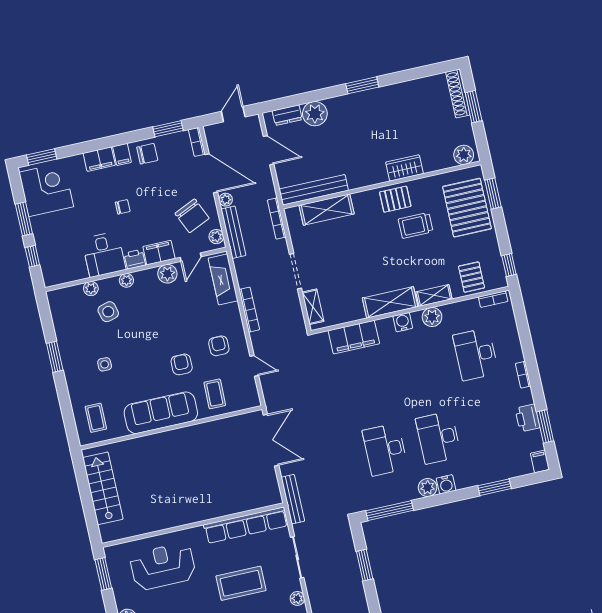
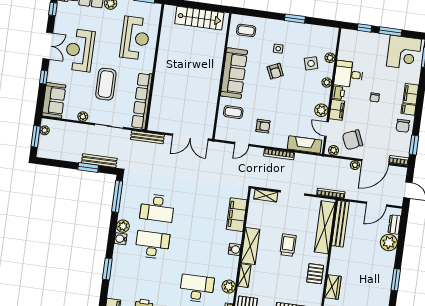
shelving: (327, 210) -> (325, 227), width x1.47
trolley: (416, 225) -> (288, 245), moved
bench: (233, 232) -> (99, 161), moved
plant: (432, 317) -> (229, 287), moved
armchair: (182, 364) -> (275, 71), moved, turned 66
desk: (385, 450) -> (157, 208), turned 180

